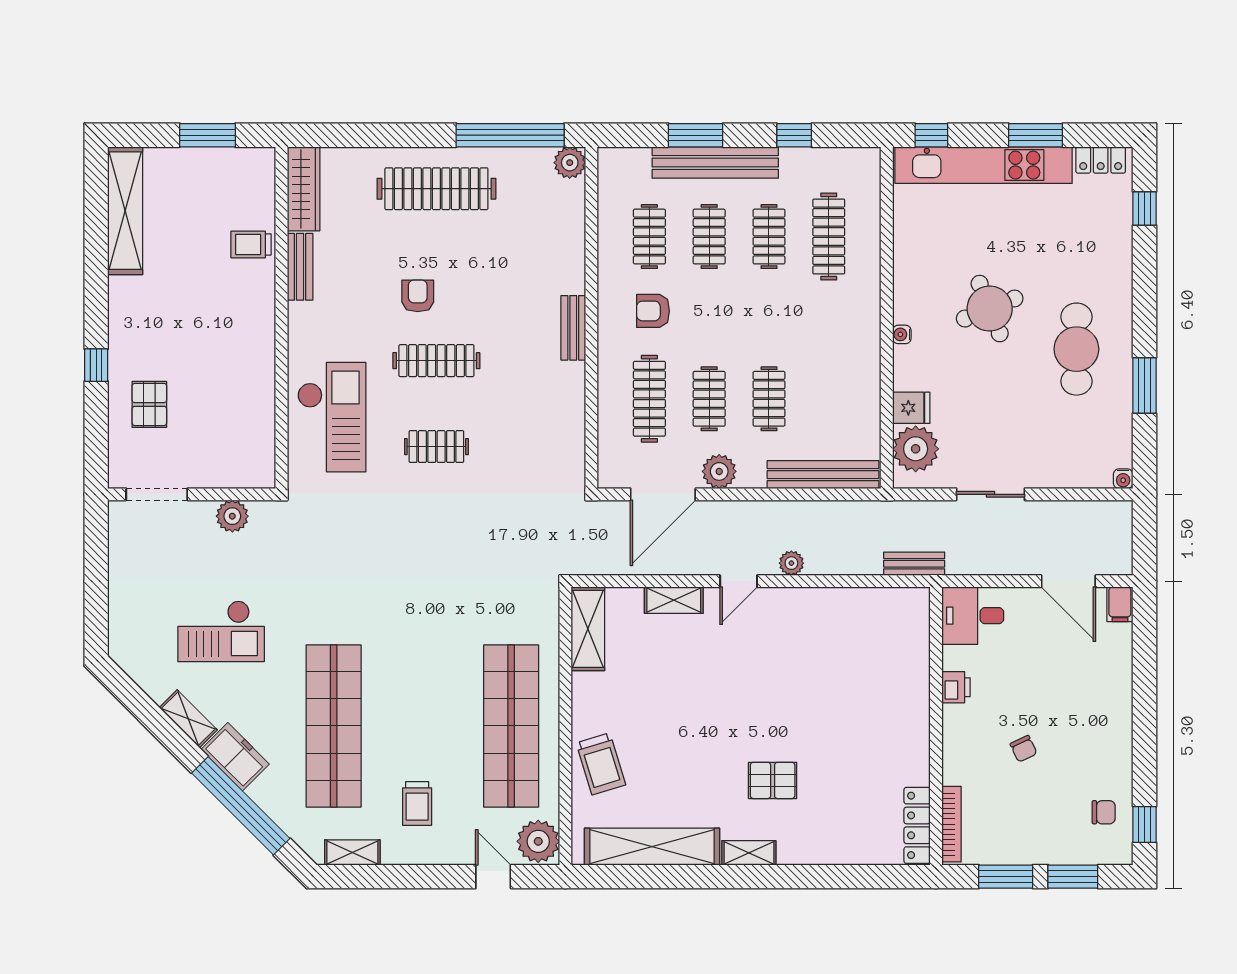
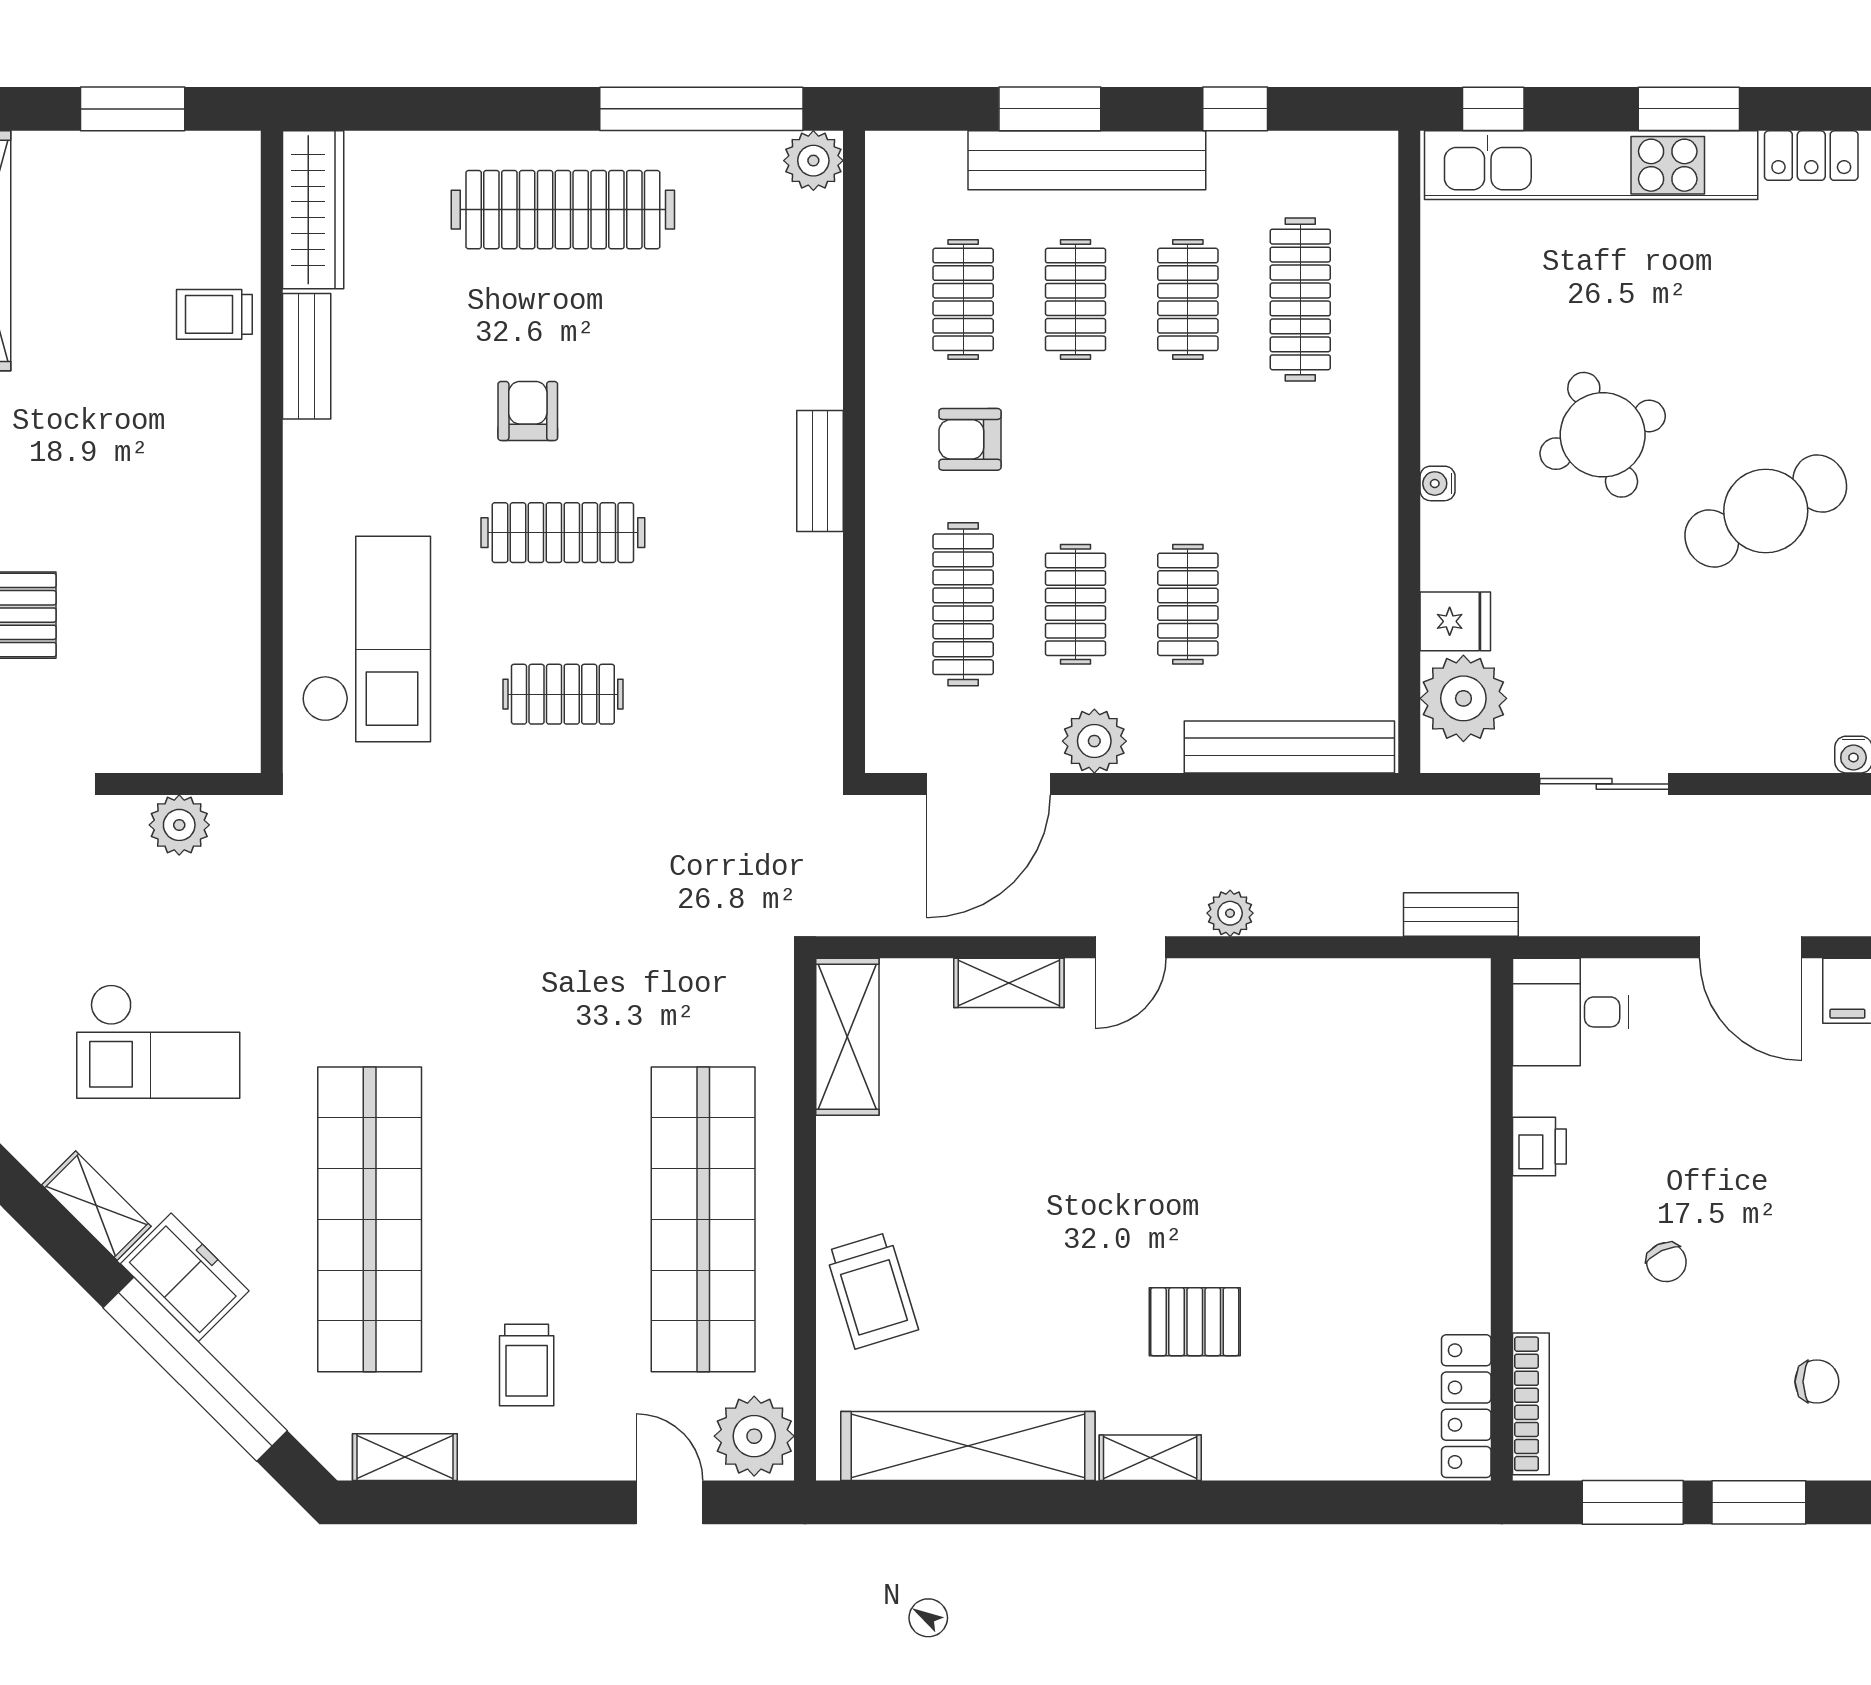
cafe table: (1076, 349) -> (1766, 511), turned 63

